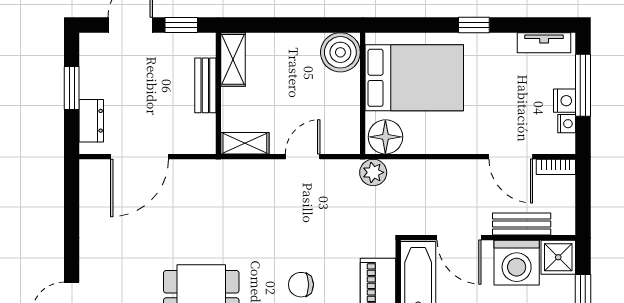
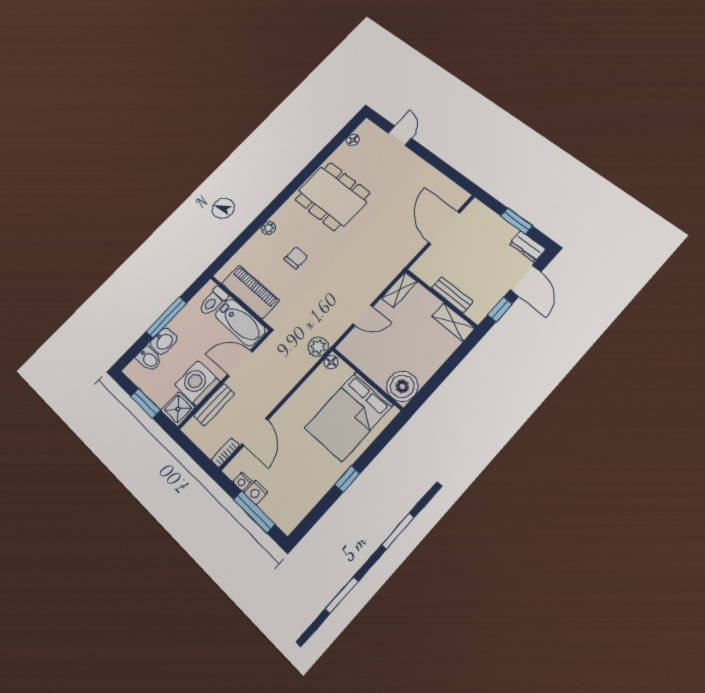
tv unit: (544, 43) -> (299, 512), removed
dresser: (91, 121) -> (527, 246), moved
floor lamp: (385, 137) -> (331, 362), width x0.53, depth x0.53
door: (303, 157) -> (363, 315), hinge flipped
door: (511, 157) -> (255, 432), swing flipped

